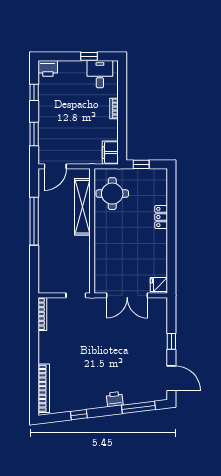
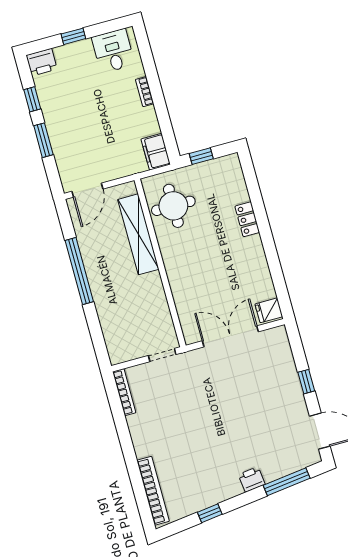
window: (89, 56) -> (73, 36), moved
window: (34, 134) -> (43, 140), moved
double door: (127, 295) -> (230, 336), swing flipped

